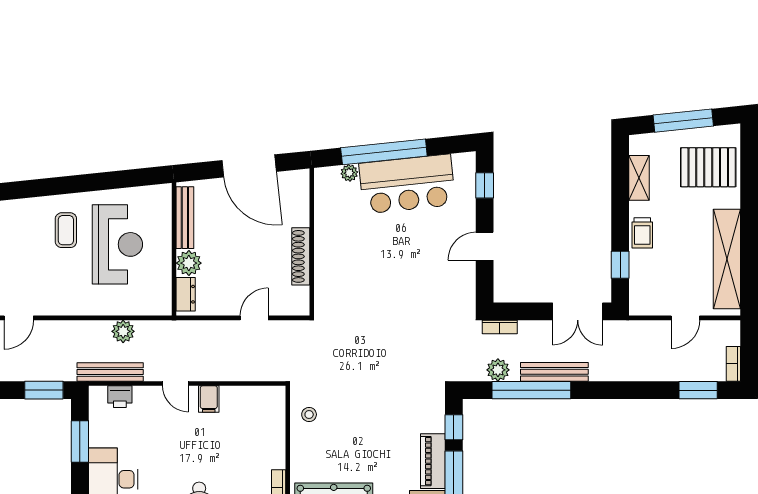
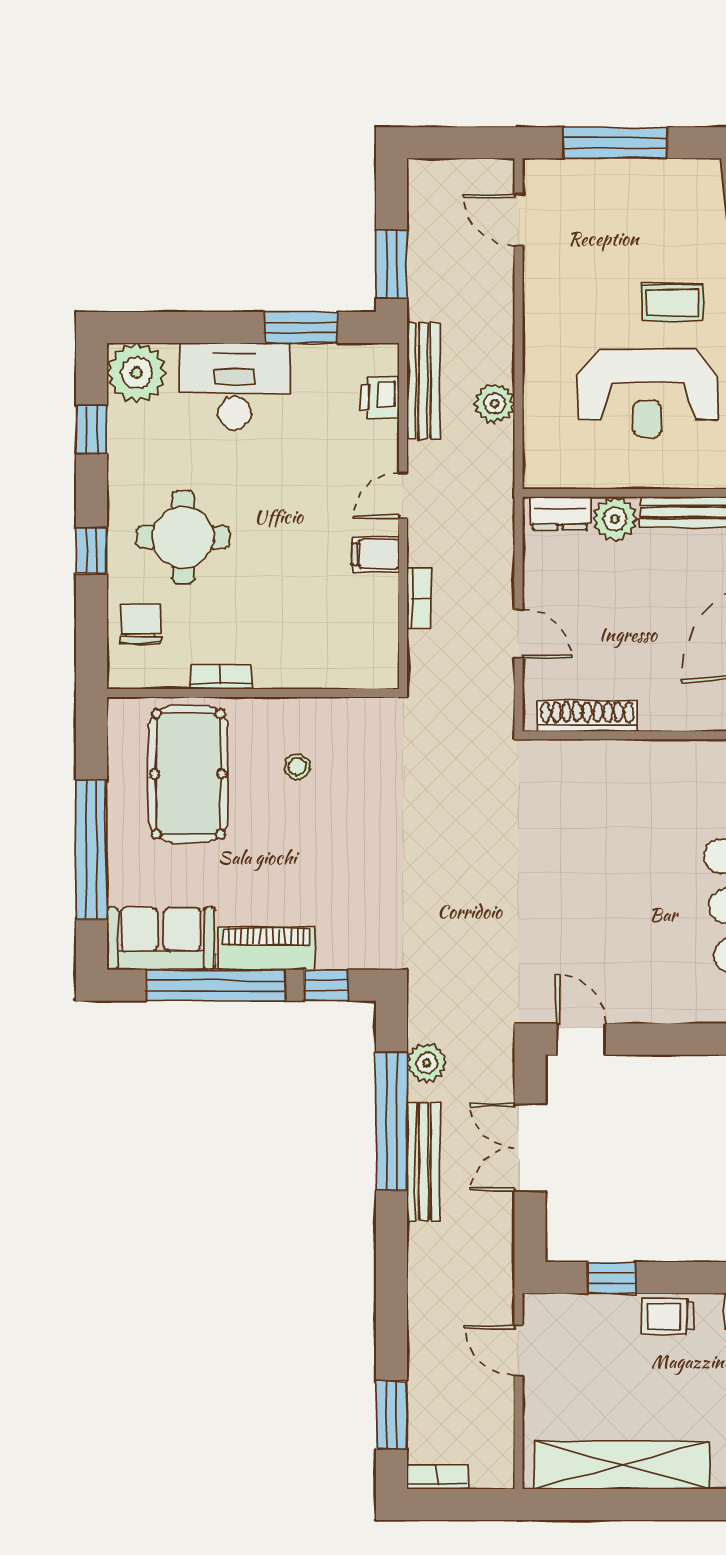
door: (485, 246) -> (581, 1039), moved
shoe rack: (301, 256) -> (587, 716), moved
double door: (578, 311) -> (530, 1147), moved
door: (685, 318) -> (518, 1350), moved
bookcase: (500, 327) -> (419, 598), moved, turned 180
stool: (309, 414) -> (297, 767), moved

